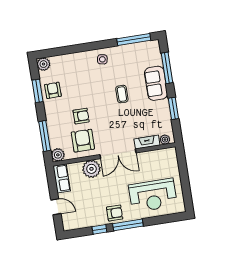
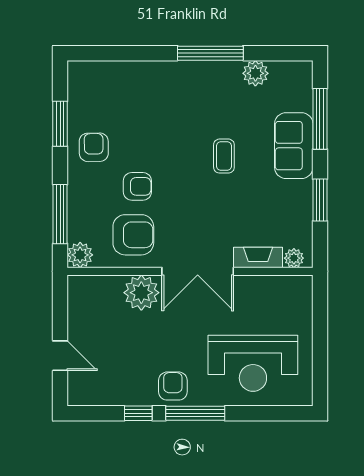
window: (134, 39) -> (210, 53), moved
side table: (102, 59) -> (196, 82), removed
plant: (43, 64) -> (255, 73), moved
armchair: (53, 90) -> (94, 147), moved
armchair: (83, 141) -> (133, 235), turned 90
row of seats: (62, 178) -> (80, 302), removed
armchair: (115, 213) -> (173, 386), turned -90

